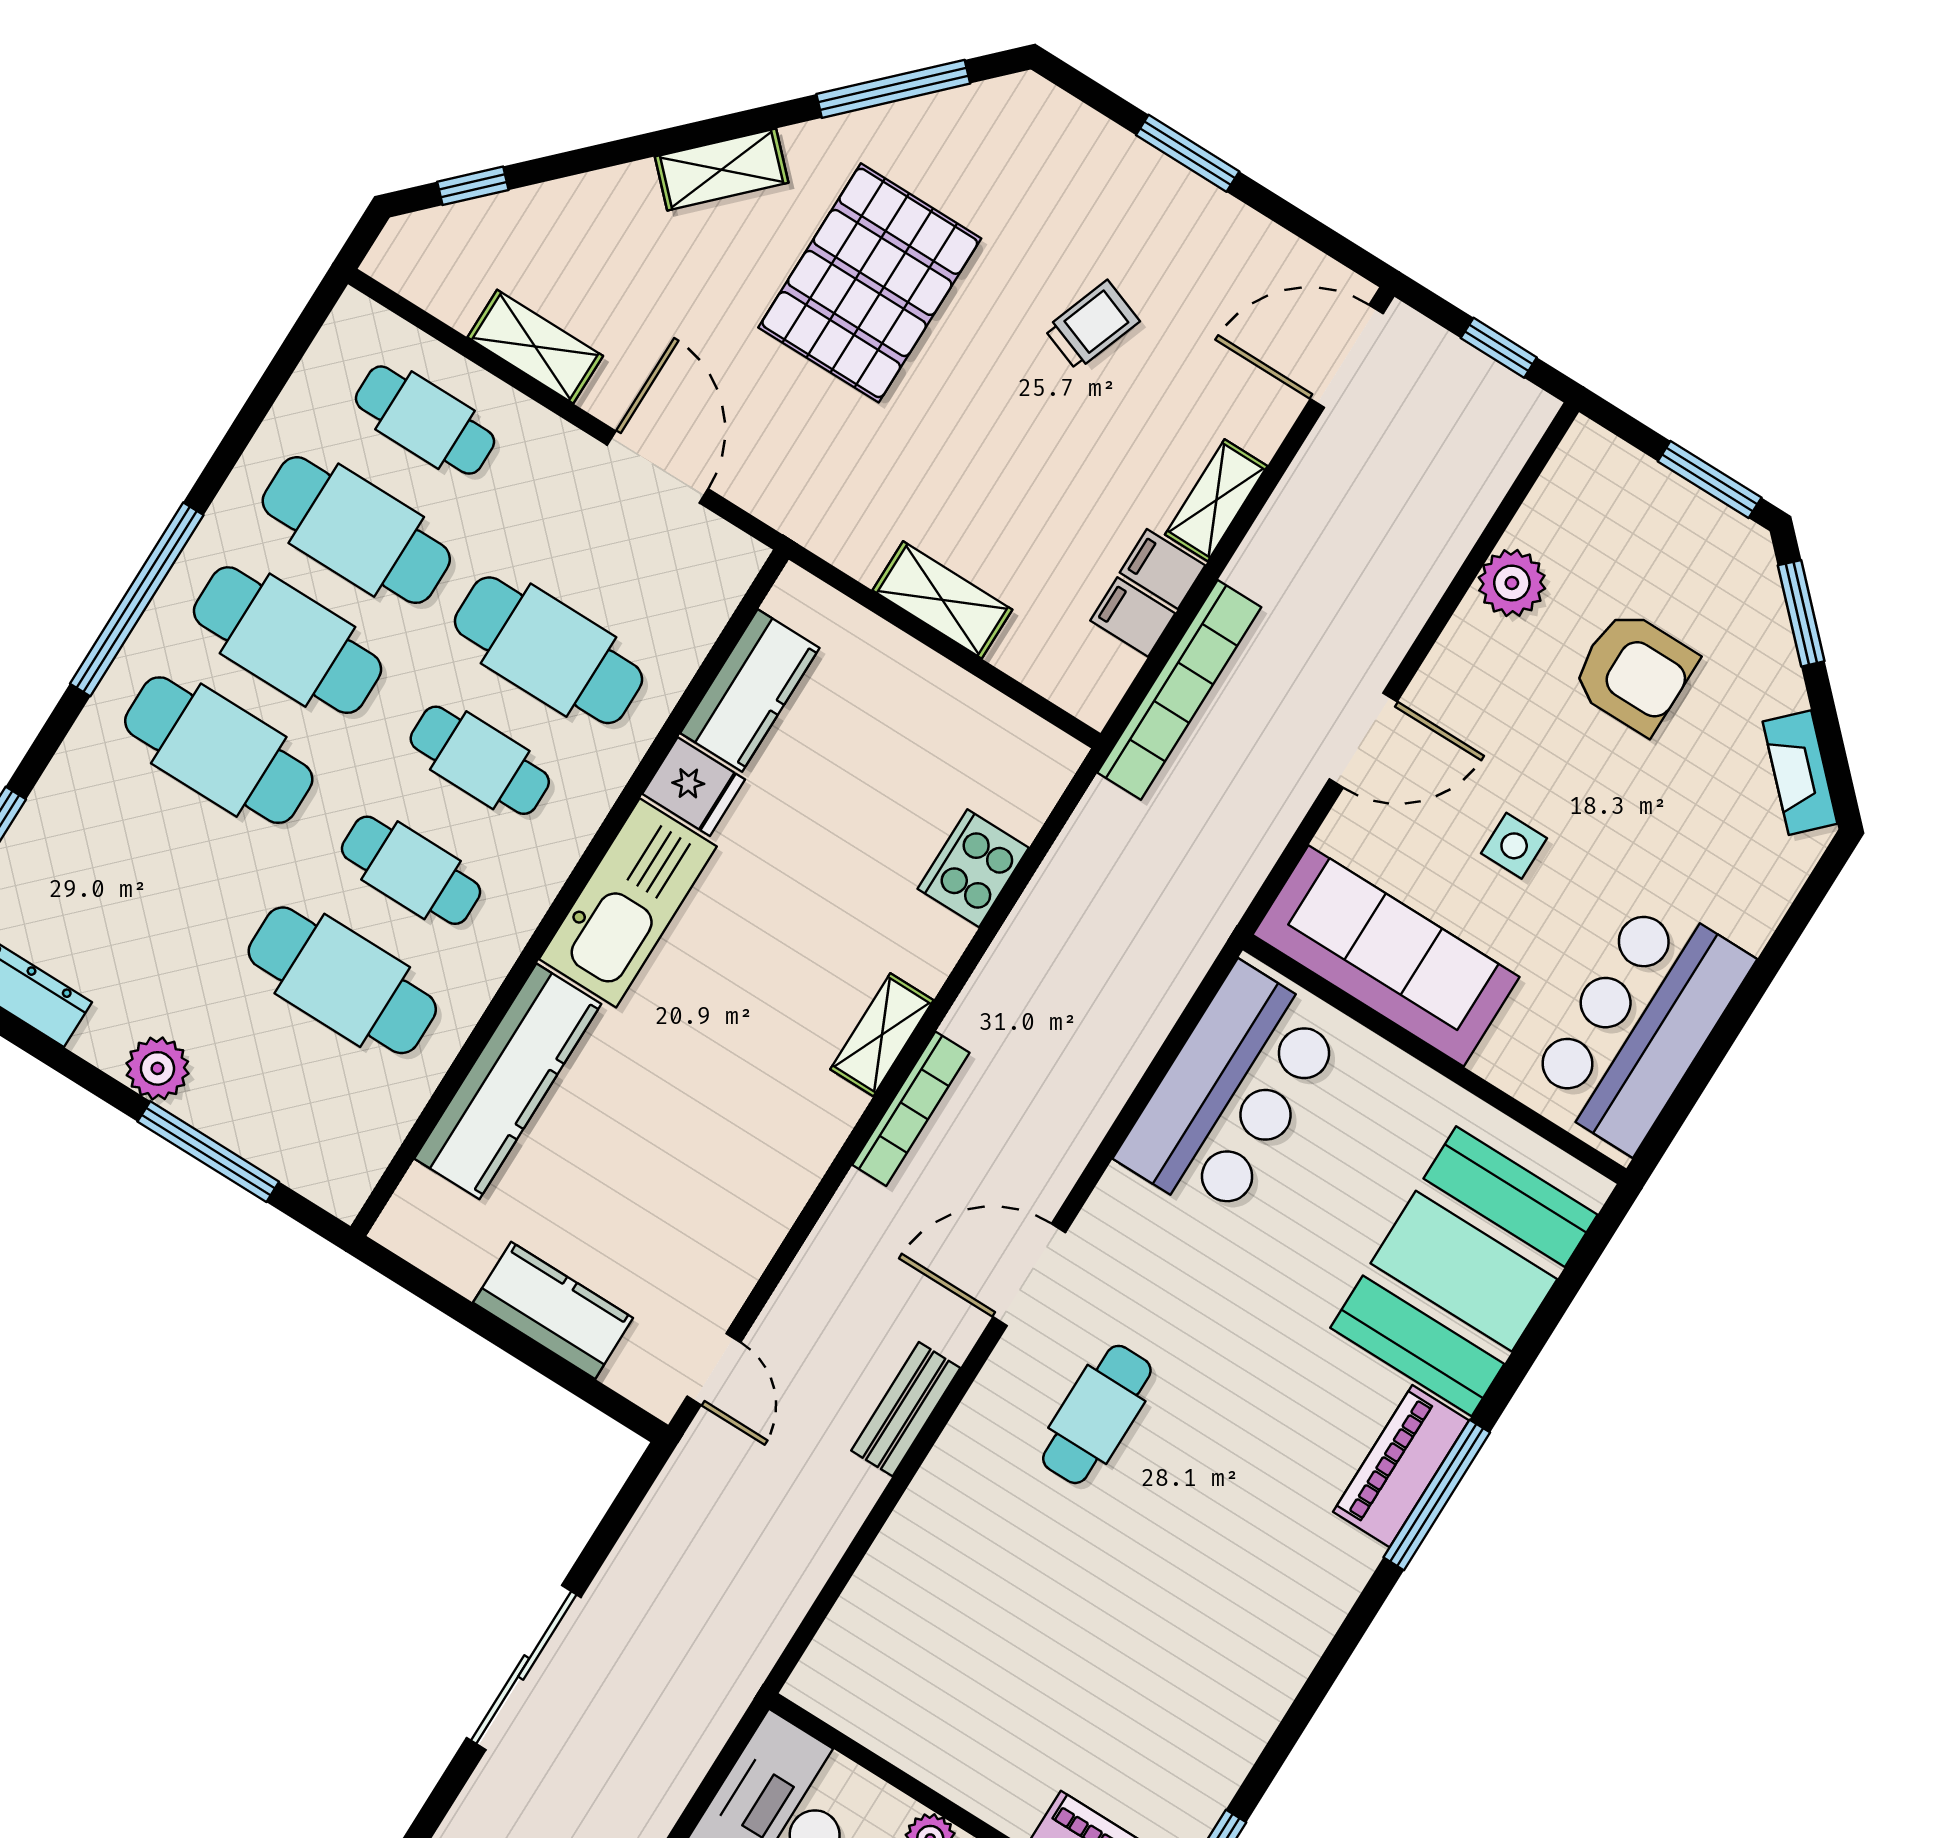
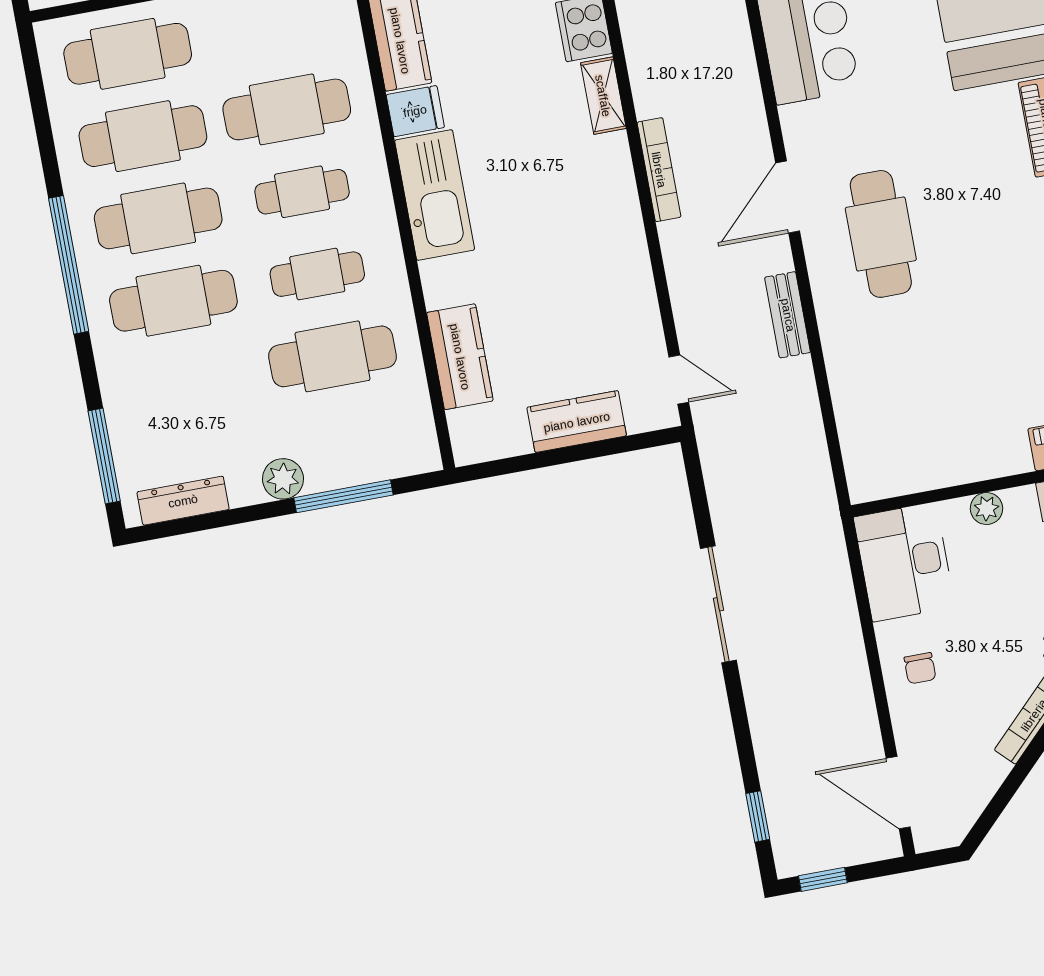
cafe table: (425, 420) -> (128, 54), width x1.37, depth x1.35
shelving: (882, 1035) -> (603, 96), moved
kitchen counter: (508, 1081) -> (460, 357), width x0.67
cafe table: (1097, 1414) -> (881, 234), width x1.37, depth x1.35

